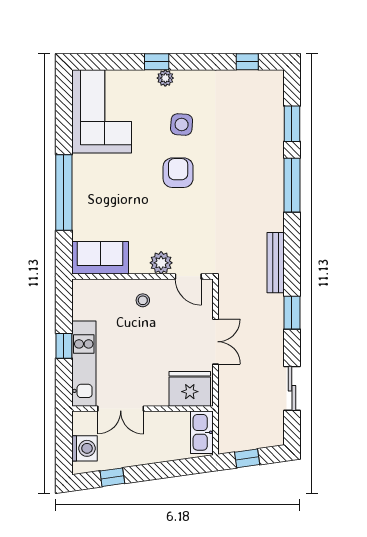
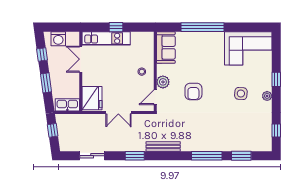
plant: (165, 78) -> (267, 96), moved
armchair: (178, 173) -> (193, 91), moved, turned 90
window: (163, 470) -> (46, 83), added

